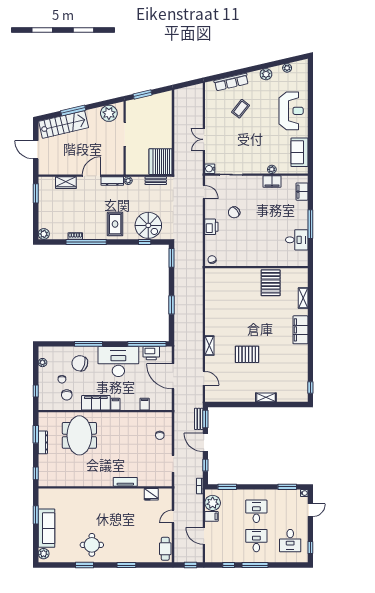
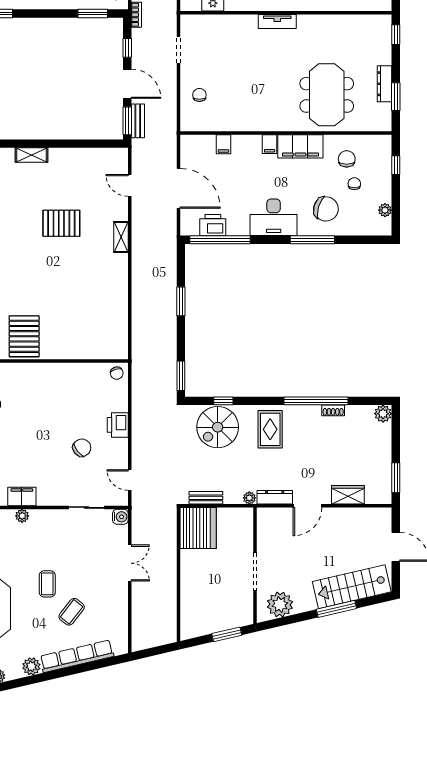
row of seats: (231, 82) -> (77, 656), width x1.36
coffee table: (256, 126) -> (47, 584), added
spiral stairs: (148, 225) -> (218, 427), turned -90
desk: (118, 362) -> (274, 217), width x0.73, depth x0.77
tv unit: (125, 482) -> (277, 21), moved

